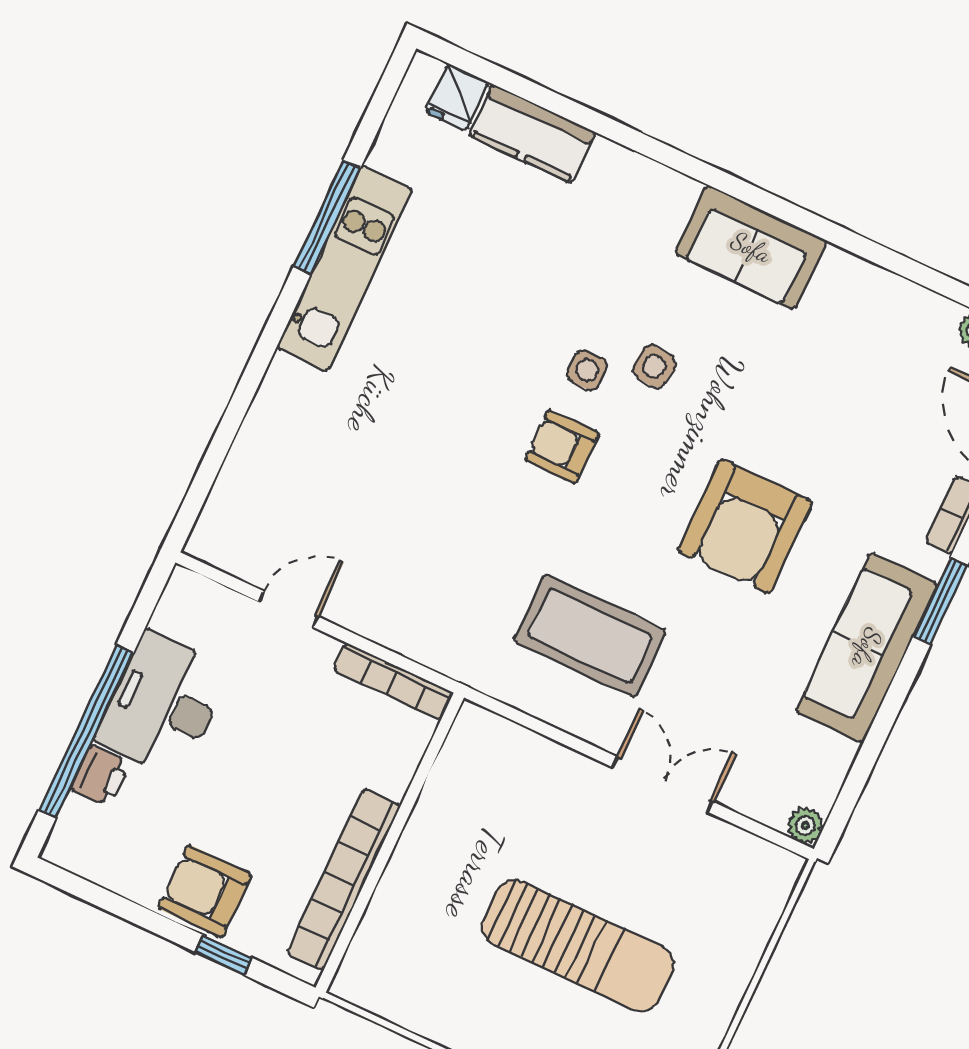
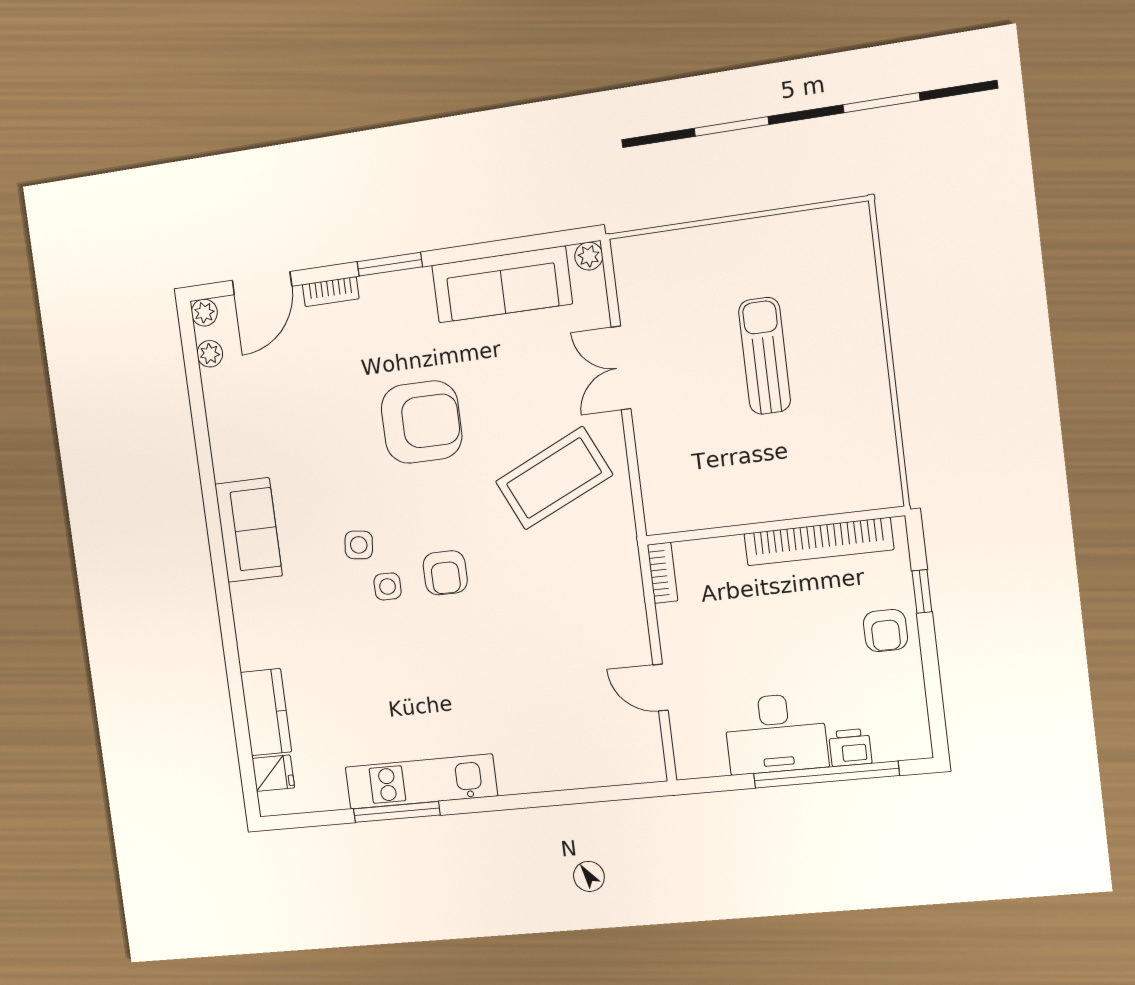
coffee table: (590, 636) -> (554, 478), turned 65
sofa: (867, 648) -> (502, 284), moved
bookcase: (393, 681) -> (662, 573), width x0.64
armchair: (205, 891) -> (885, 630), width x0.72, depth x0.72
sun lounger: (578, 946) -> (765, 356), width x0.73, depth x0.75

